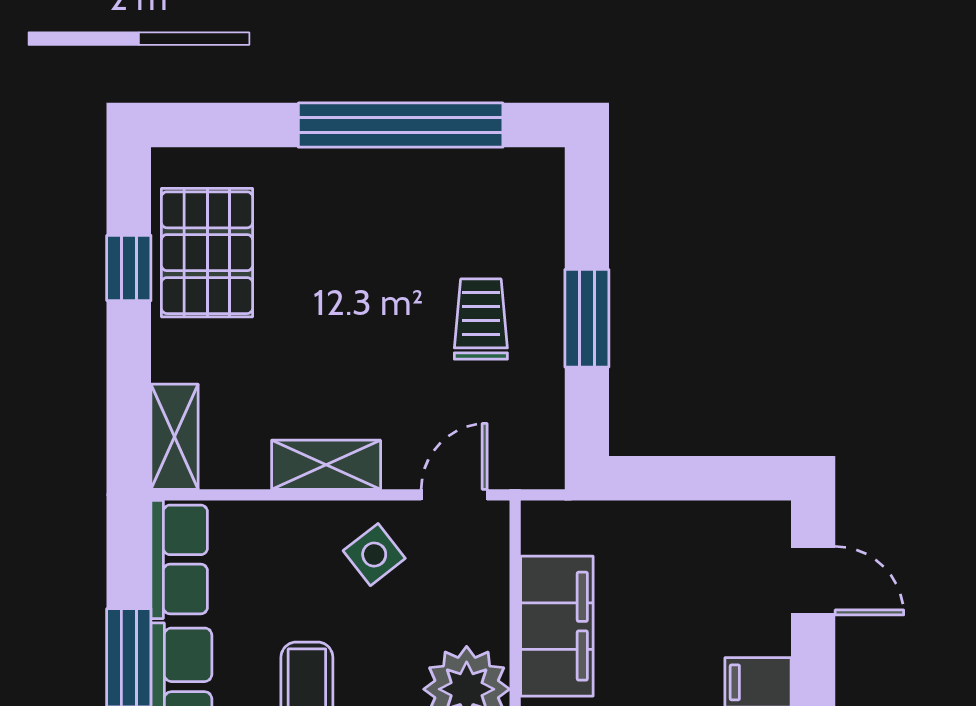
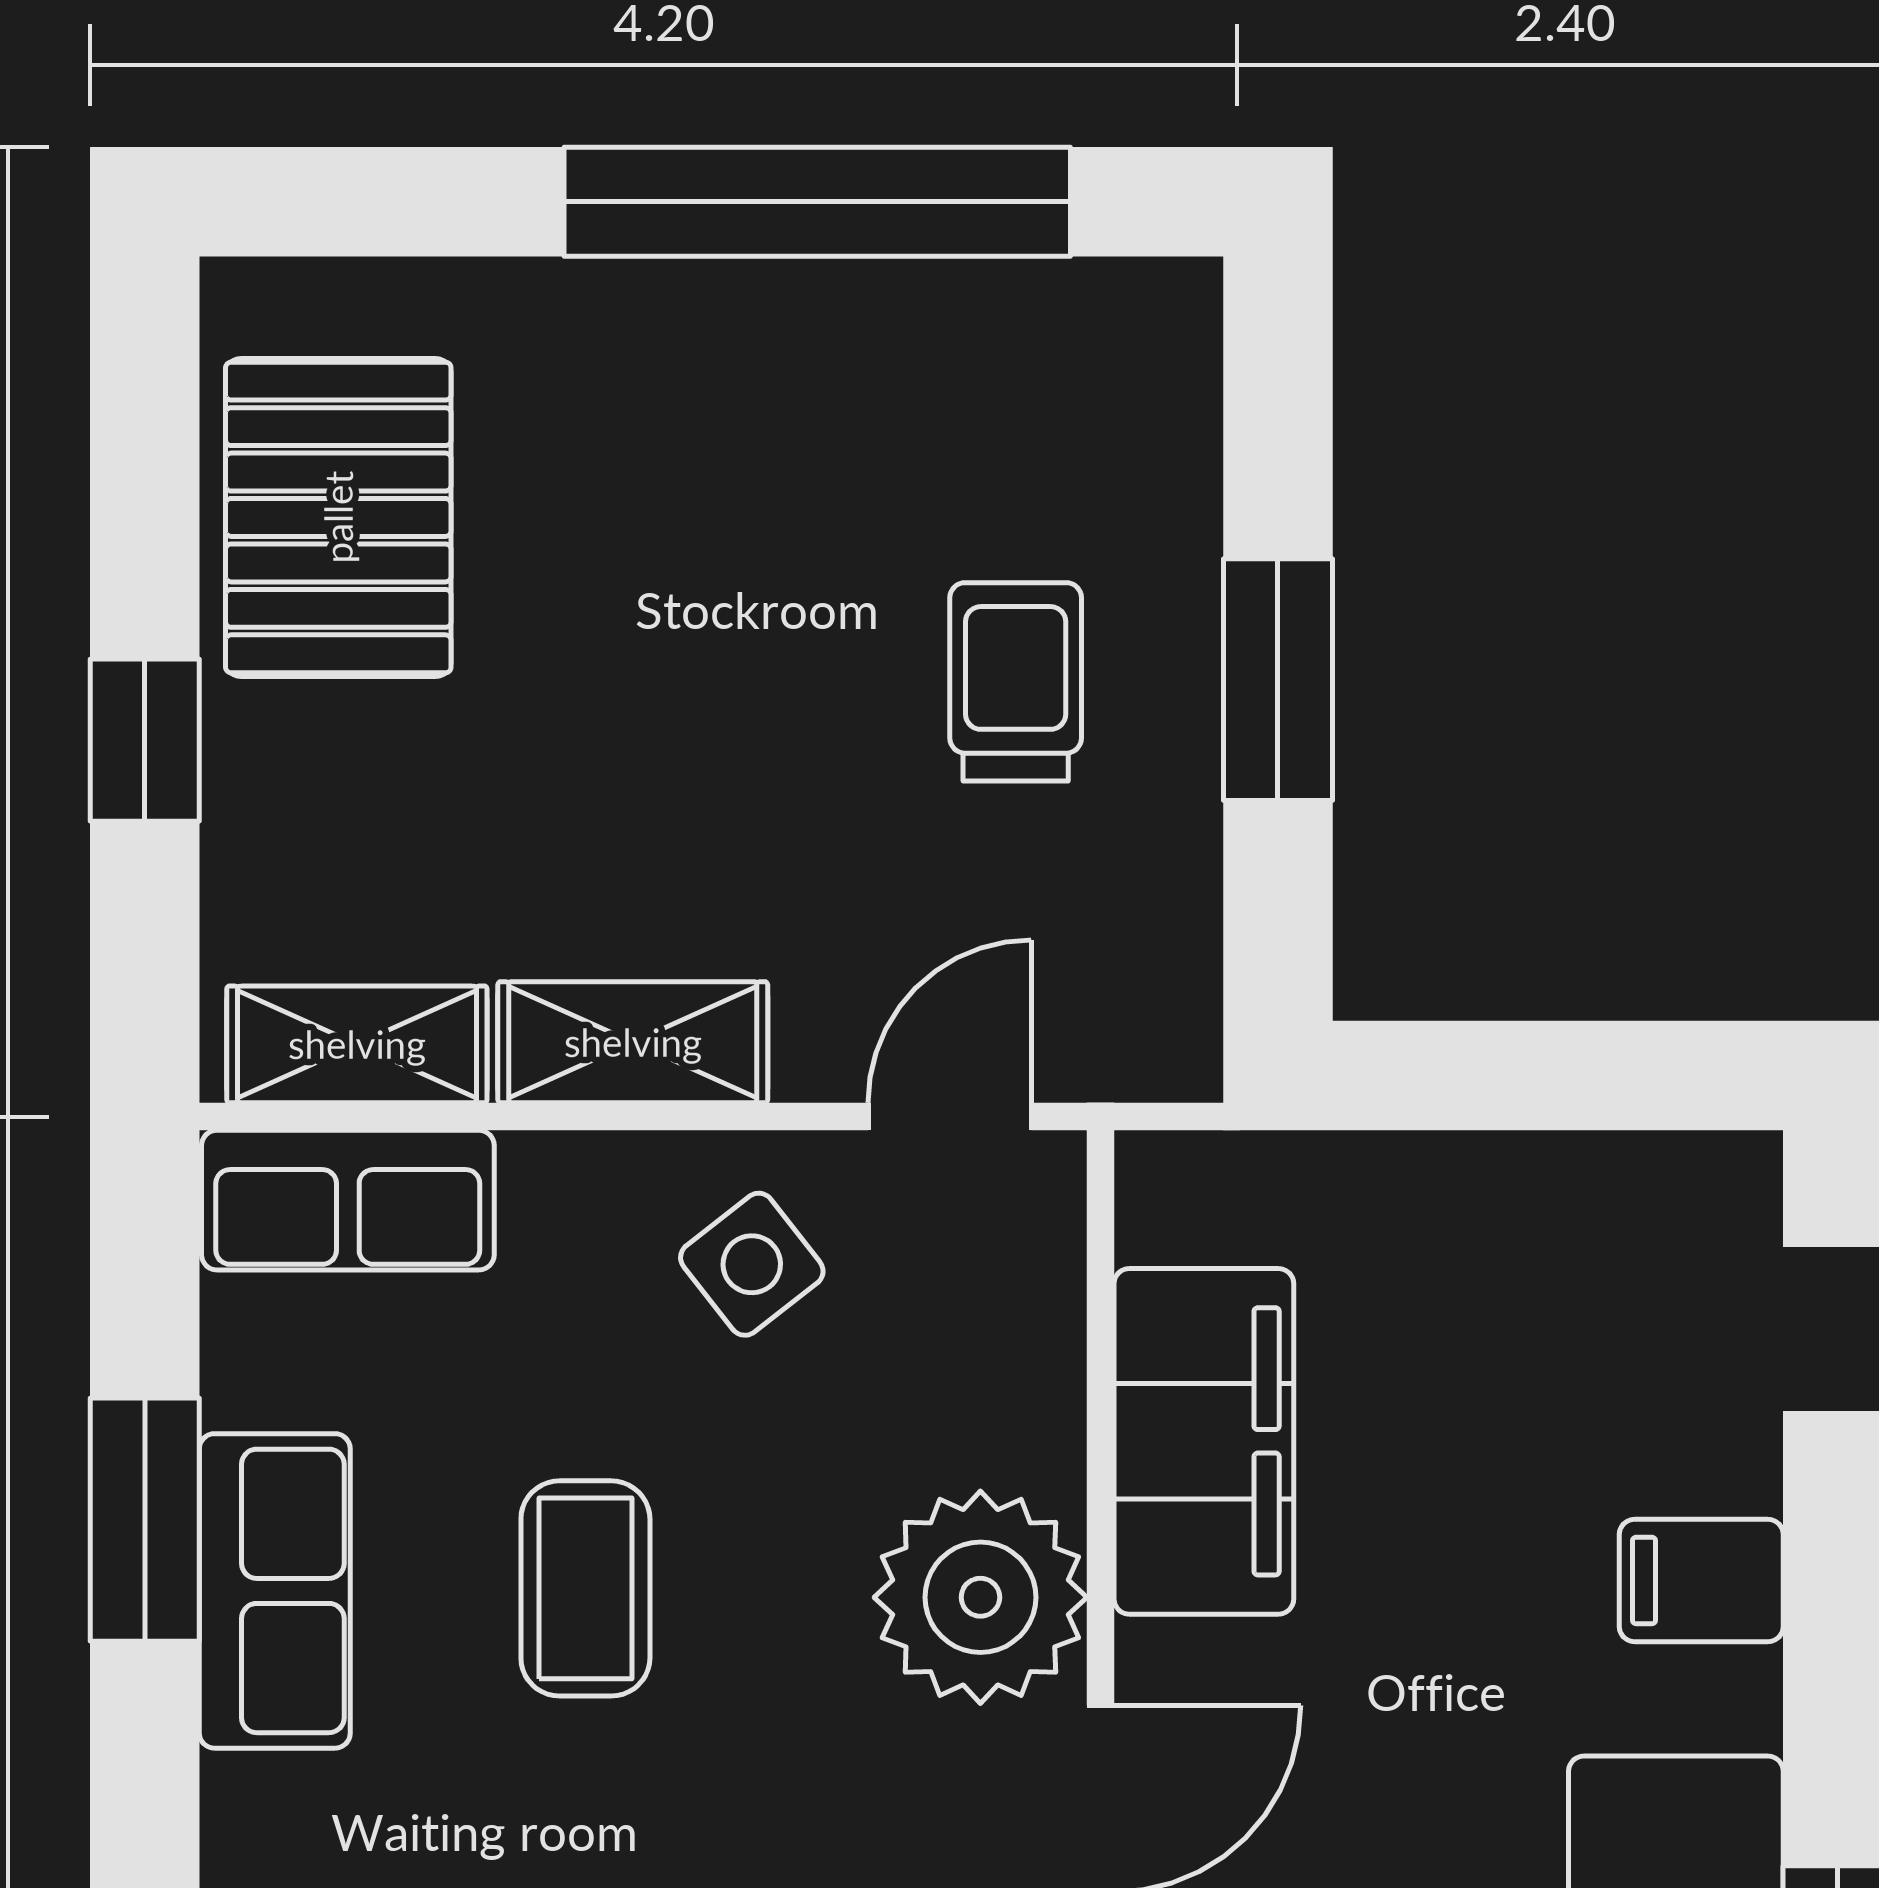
window: (129, 268) -> (145, 740), moved
shelving: (175, 437) -> (357, 1044), moved, turned 90
row of seats: (179, 559) -> (348, 1200), moved, turned 90

